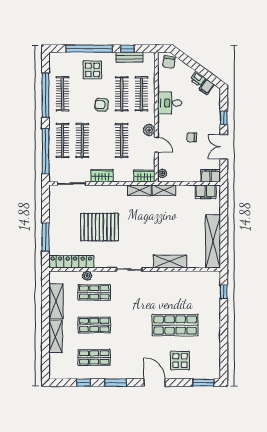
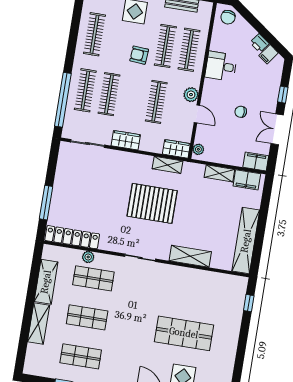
window: (46, 95) -> (74, 33), removed
shelving: (164, 190) -> (219, 173), moved
pallet: (99, 227) -> (152, 203), moved

